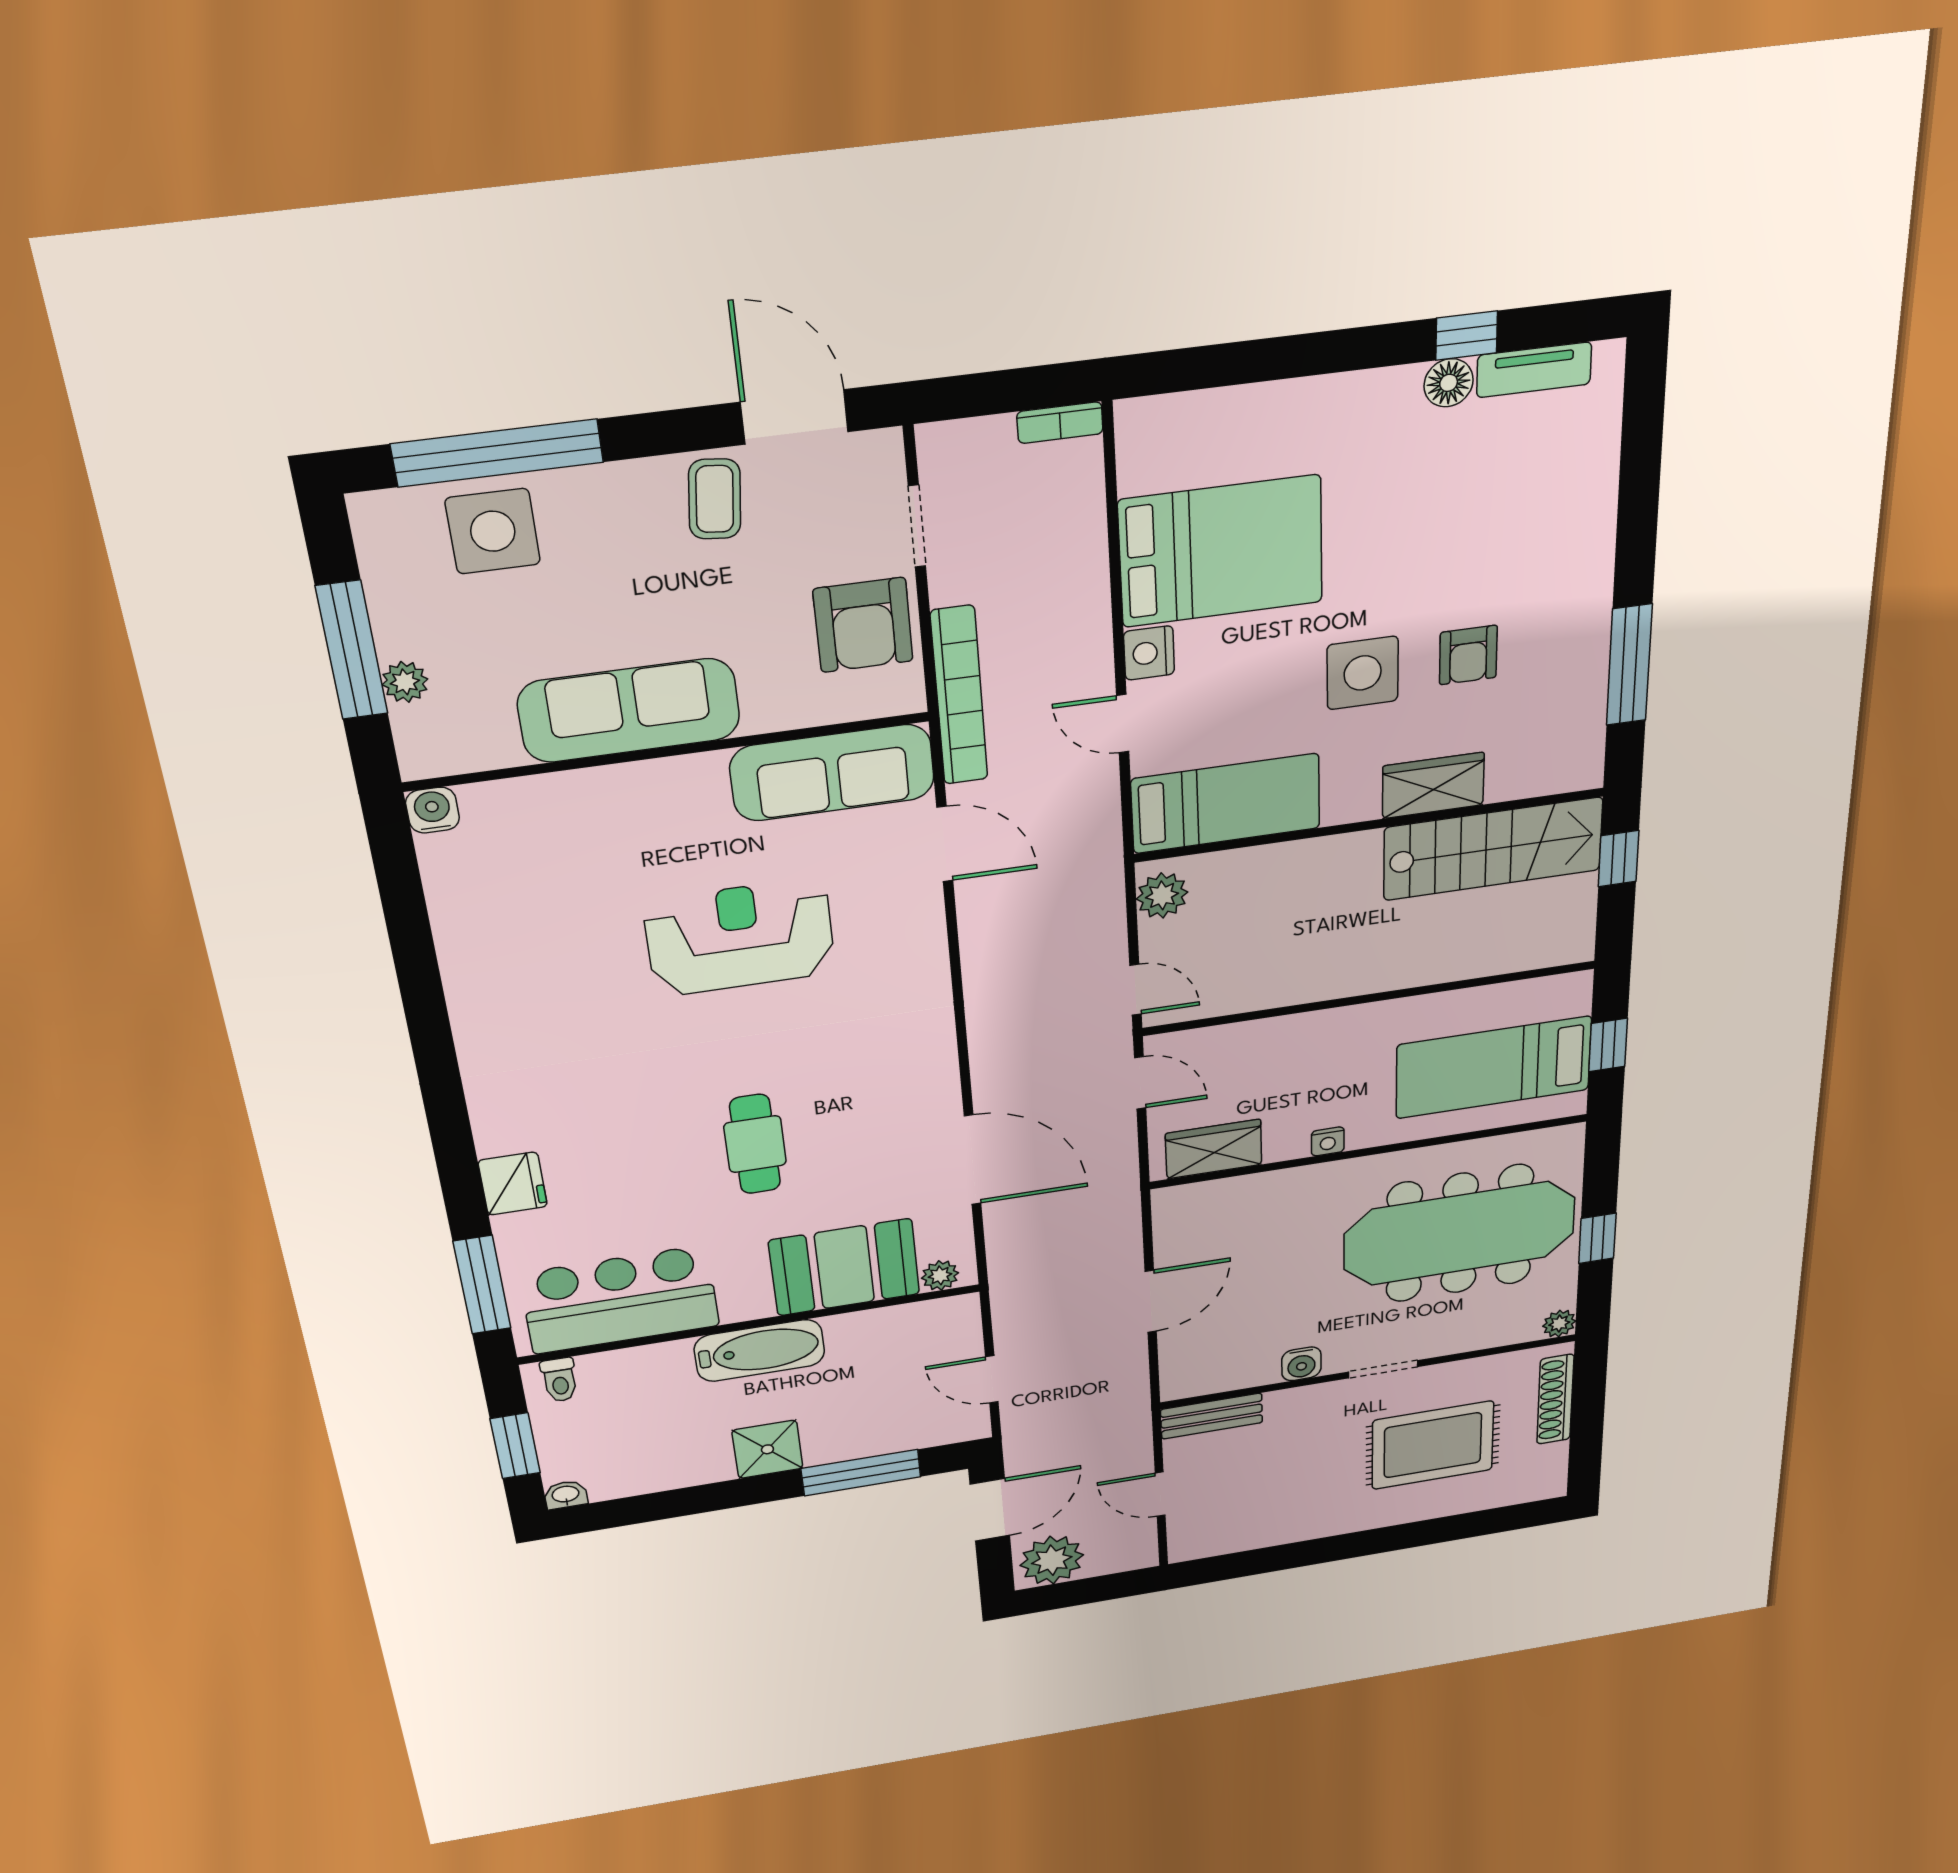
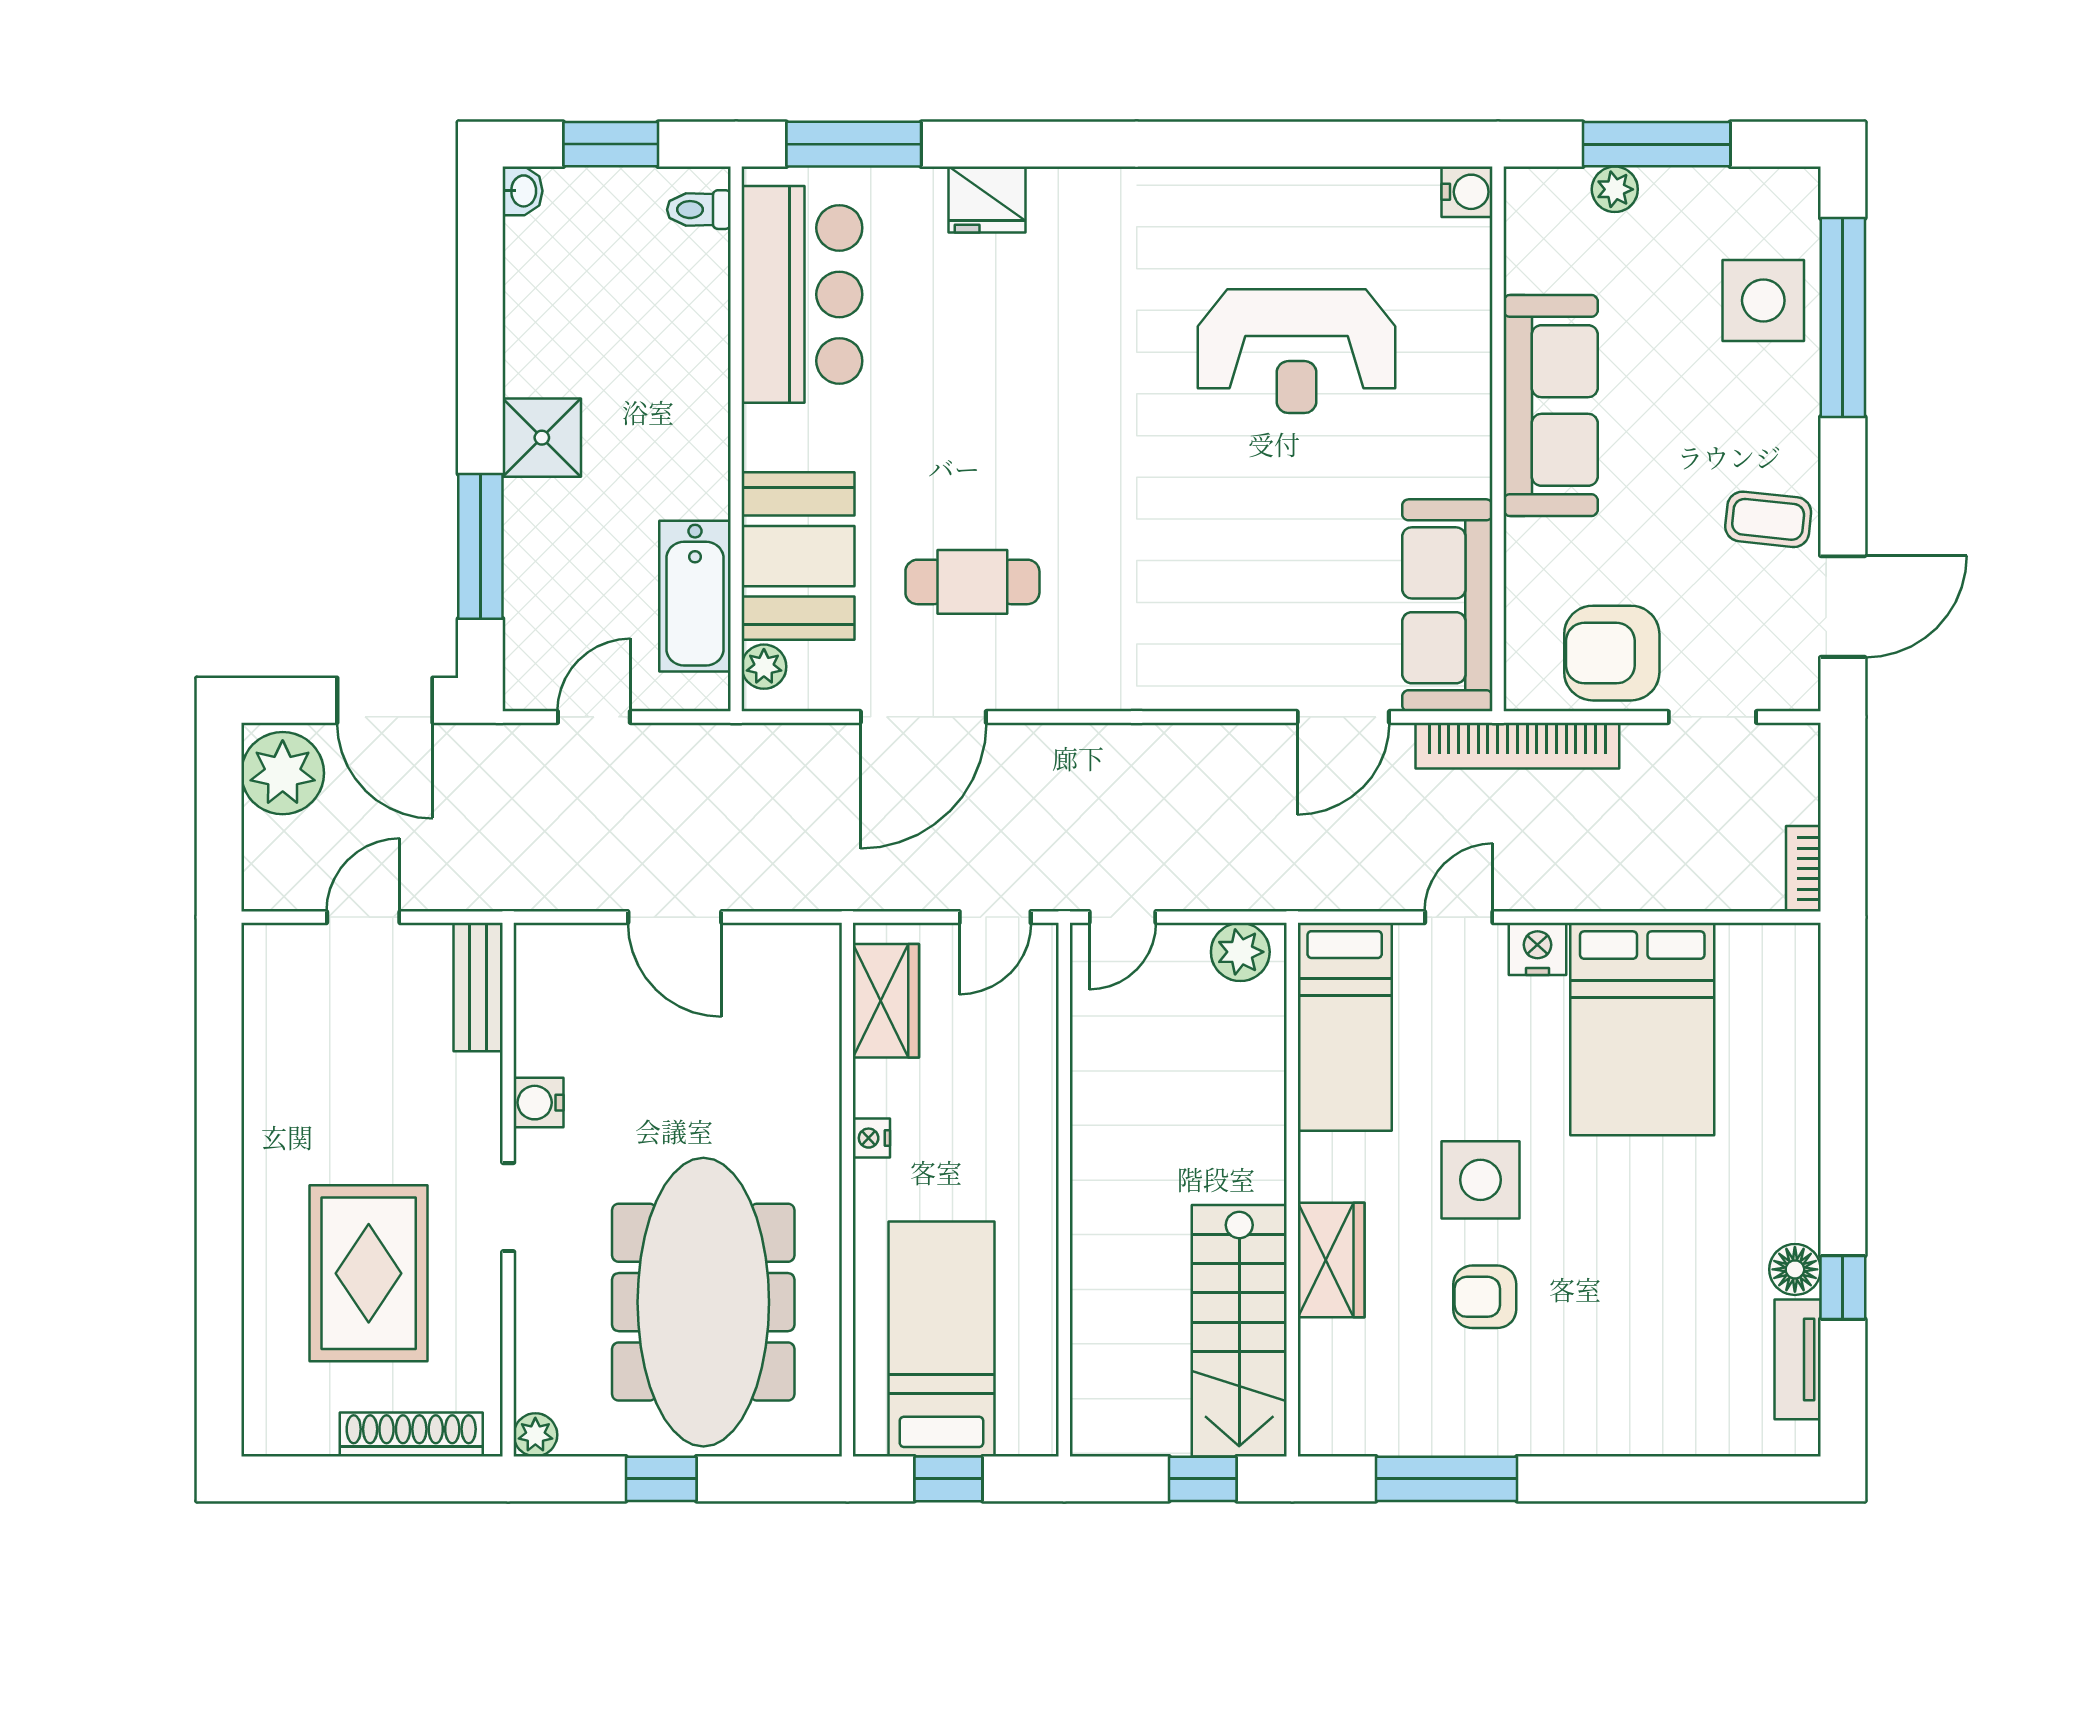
reception desk: (740, 937) -> (1296, 351), moved, turned 90
cafe table: (755, 1144) -> (972, 582), moved
bathtub: (759, 1351) -> (695, 596), moved

